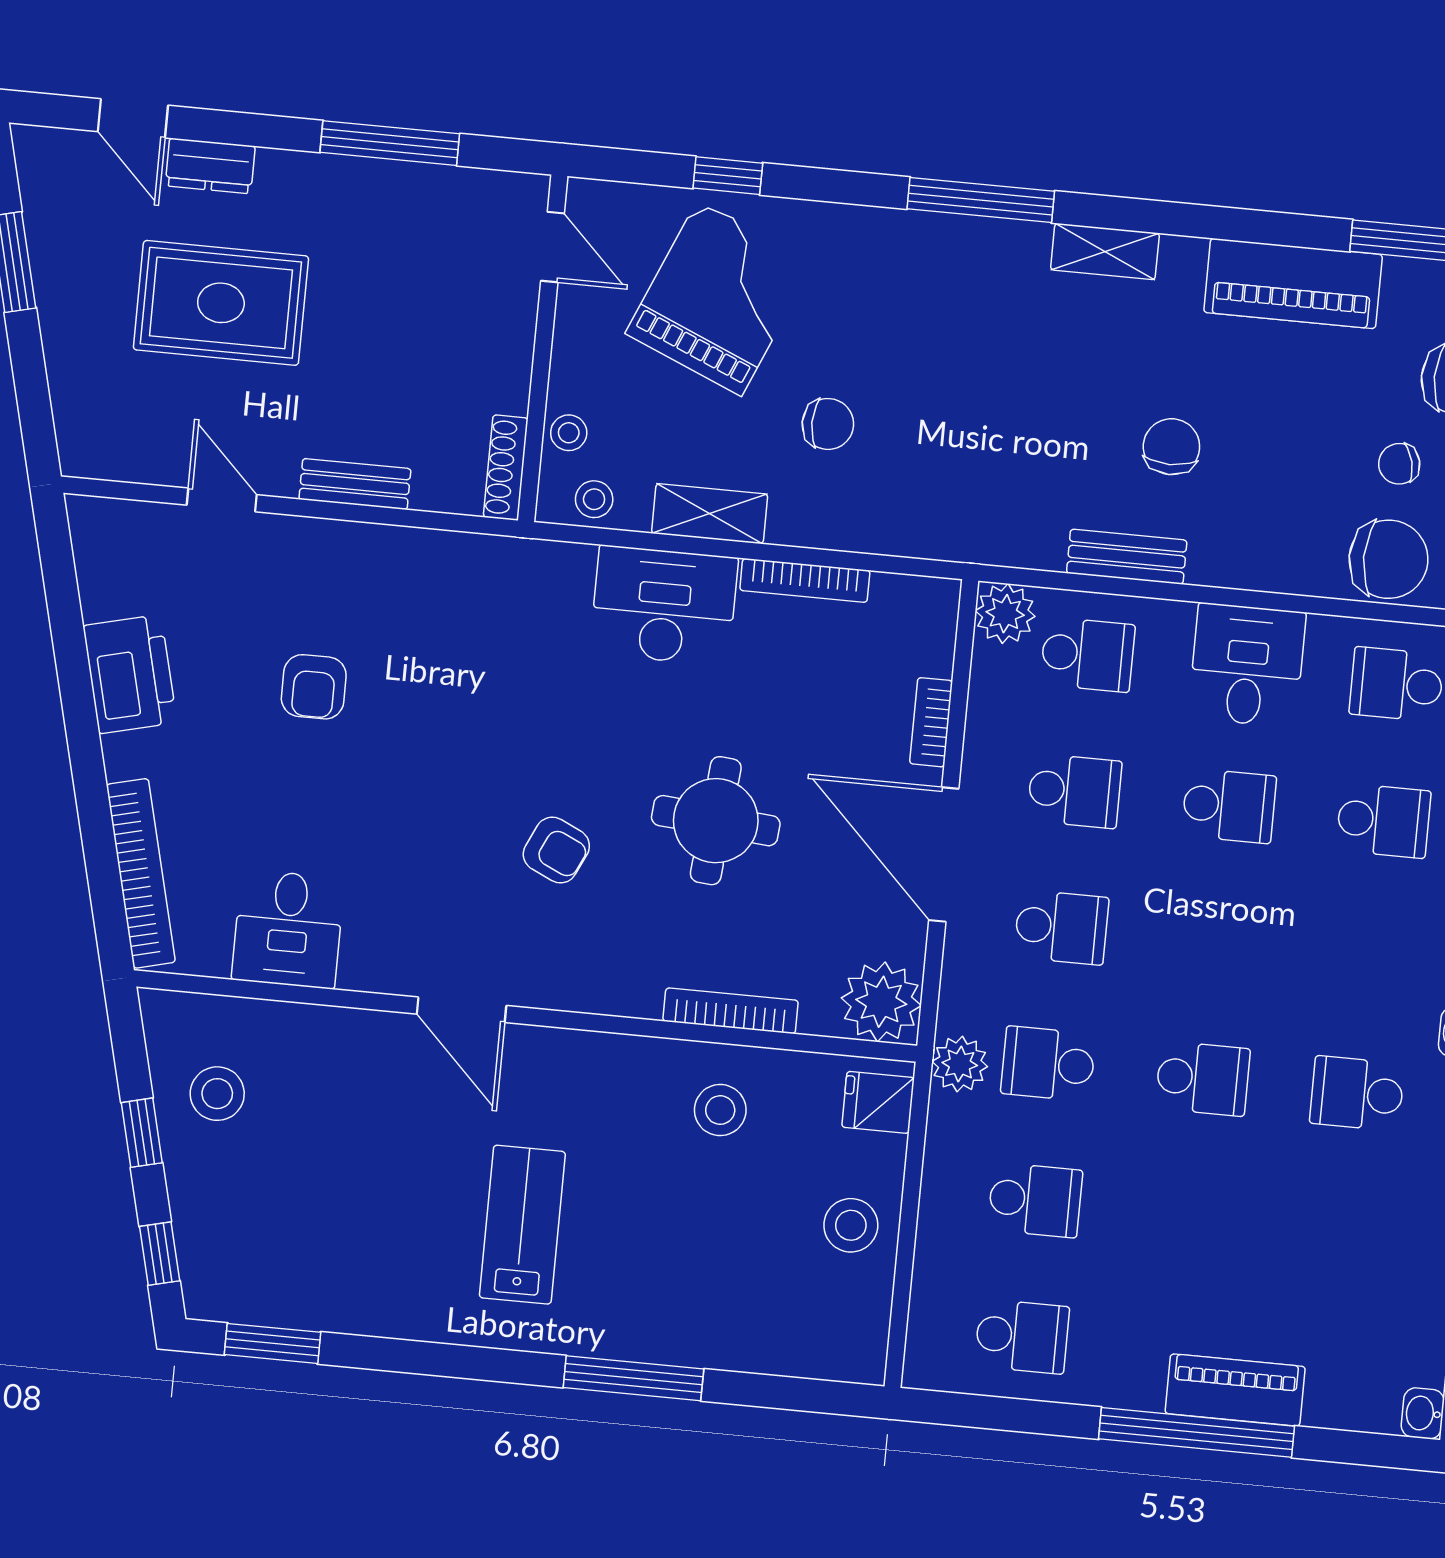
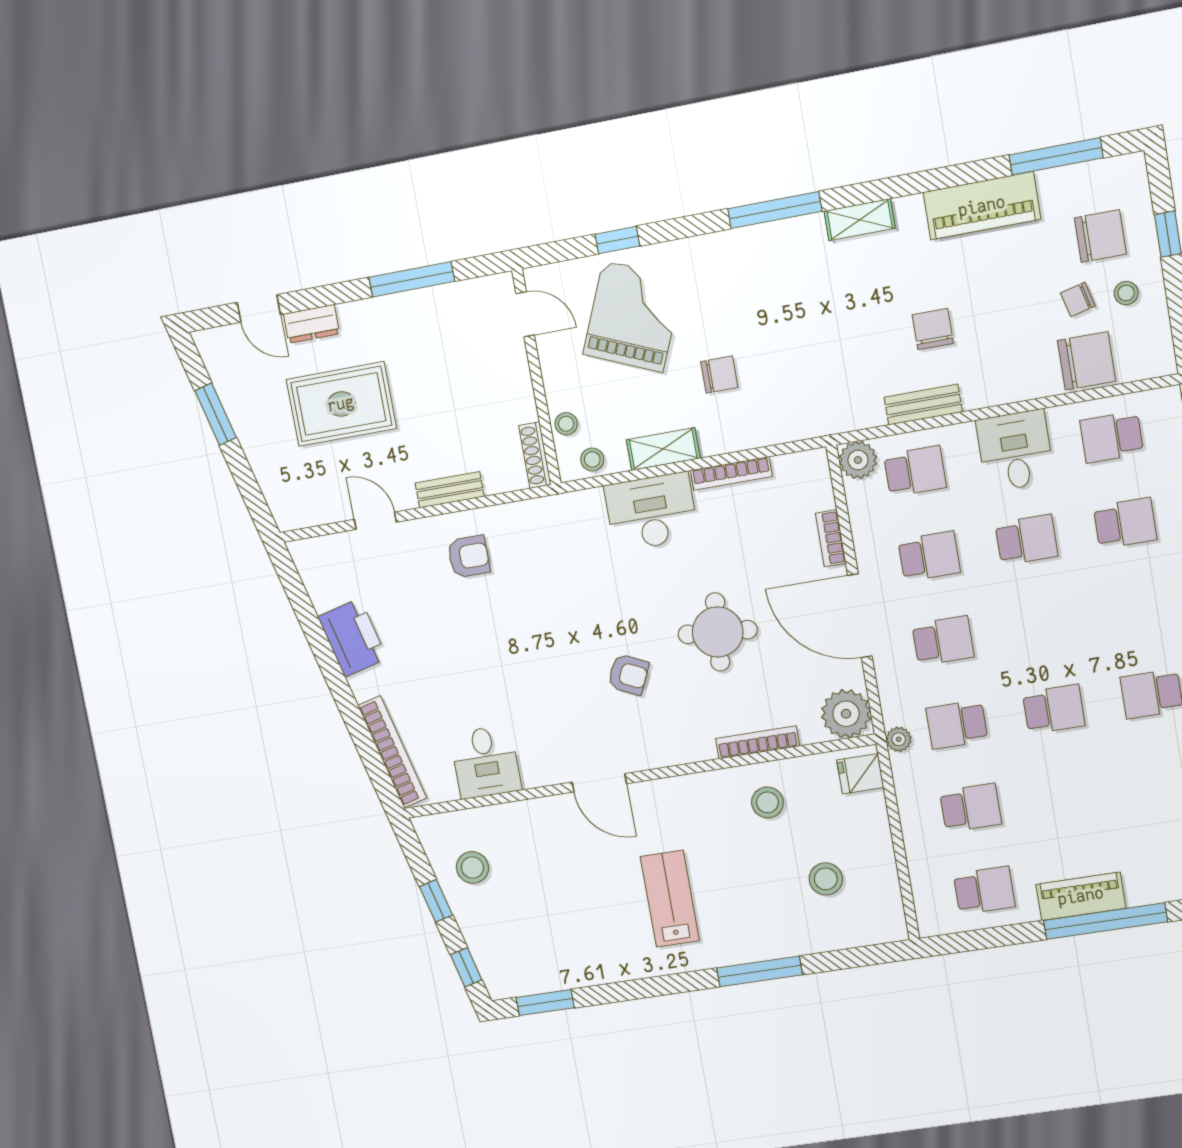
armchair: (314, 687) -> (469, 556), moved, turned -90
plant: (960, 1064) -> (899, 739), width x0.73, depth x0.73
stool: (851, 1225) -> (826, 879), moved
piano: (1235, 1390) -> (1081, 896), moved

